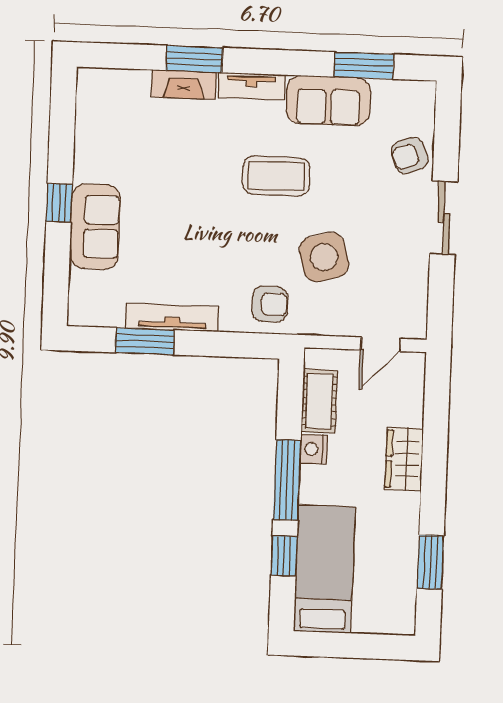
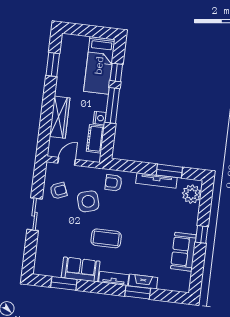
armchair: (409, 155) -> (58, 191), moved
sofa: (95, 226) -> (183, 252), moved
plant: (90, 293) -> (192, 194), added
wardrobe: (404, 459) -> (60, 117), width x1.50

